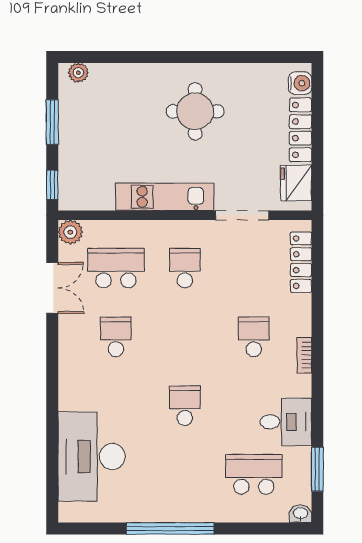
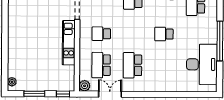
round table: (195, 111) -> (30, 29), removed
school desk: (116, 337) -> (132, 65), width x1.85
desk: (92, 456) -> (202, 64), moved, turned -90

